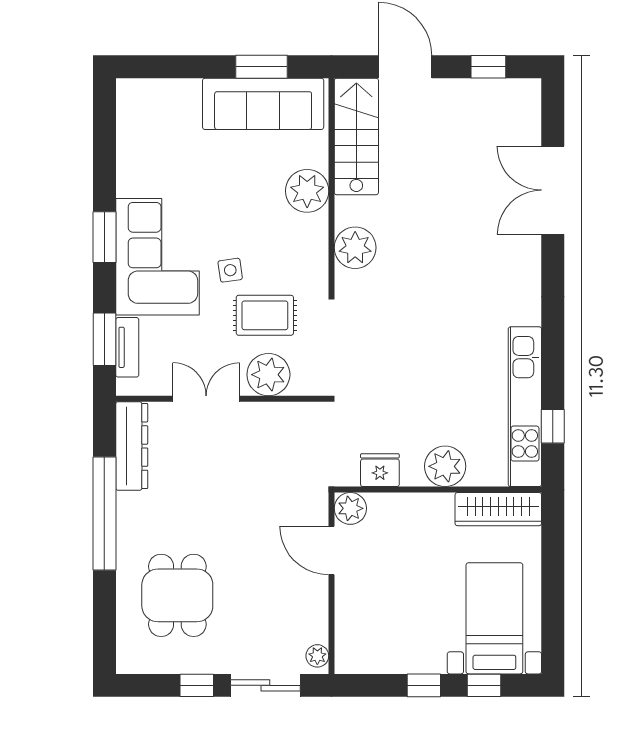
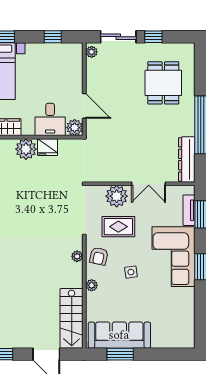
plant: (307, 191) -> (92, 285), width x0.53, depth x0.53
plant: (355, 248) -> (77, 256), width x0.53, depth x0.53
armchair: (303, 258) -> (99, 256), added
side table: (230, 270) -> (131, 272), moved
fridge: (380, 470) -> (47, 147), moved
desk: (398, 524) -> (50, 119), added
window: (424, 685) -> (53, 37), moved

